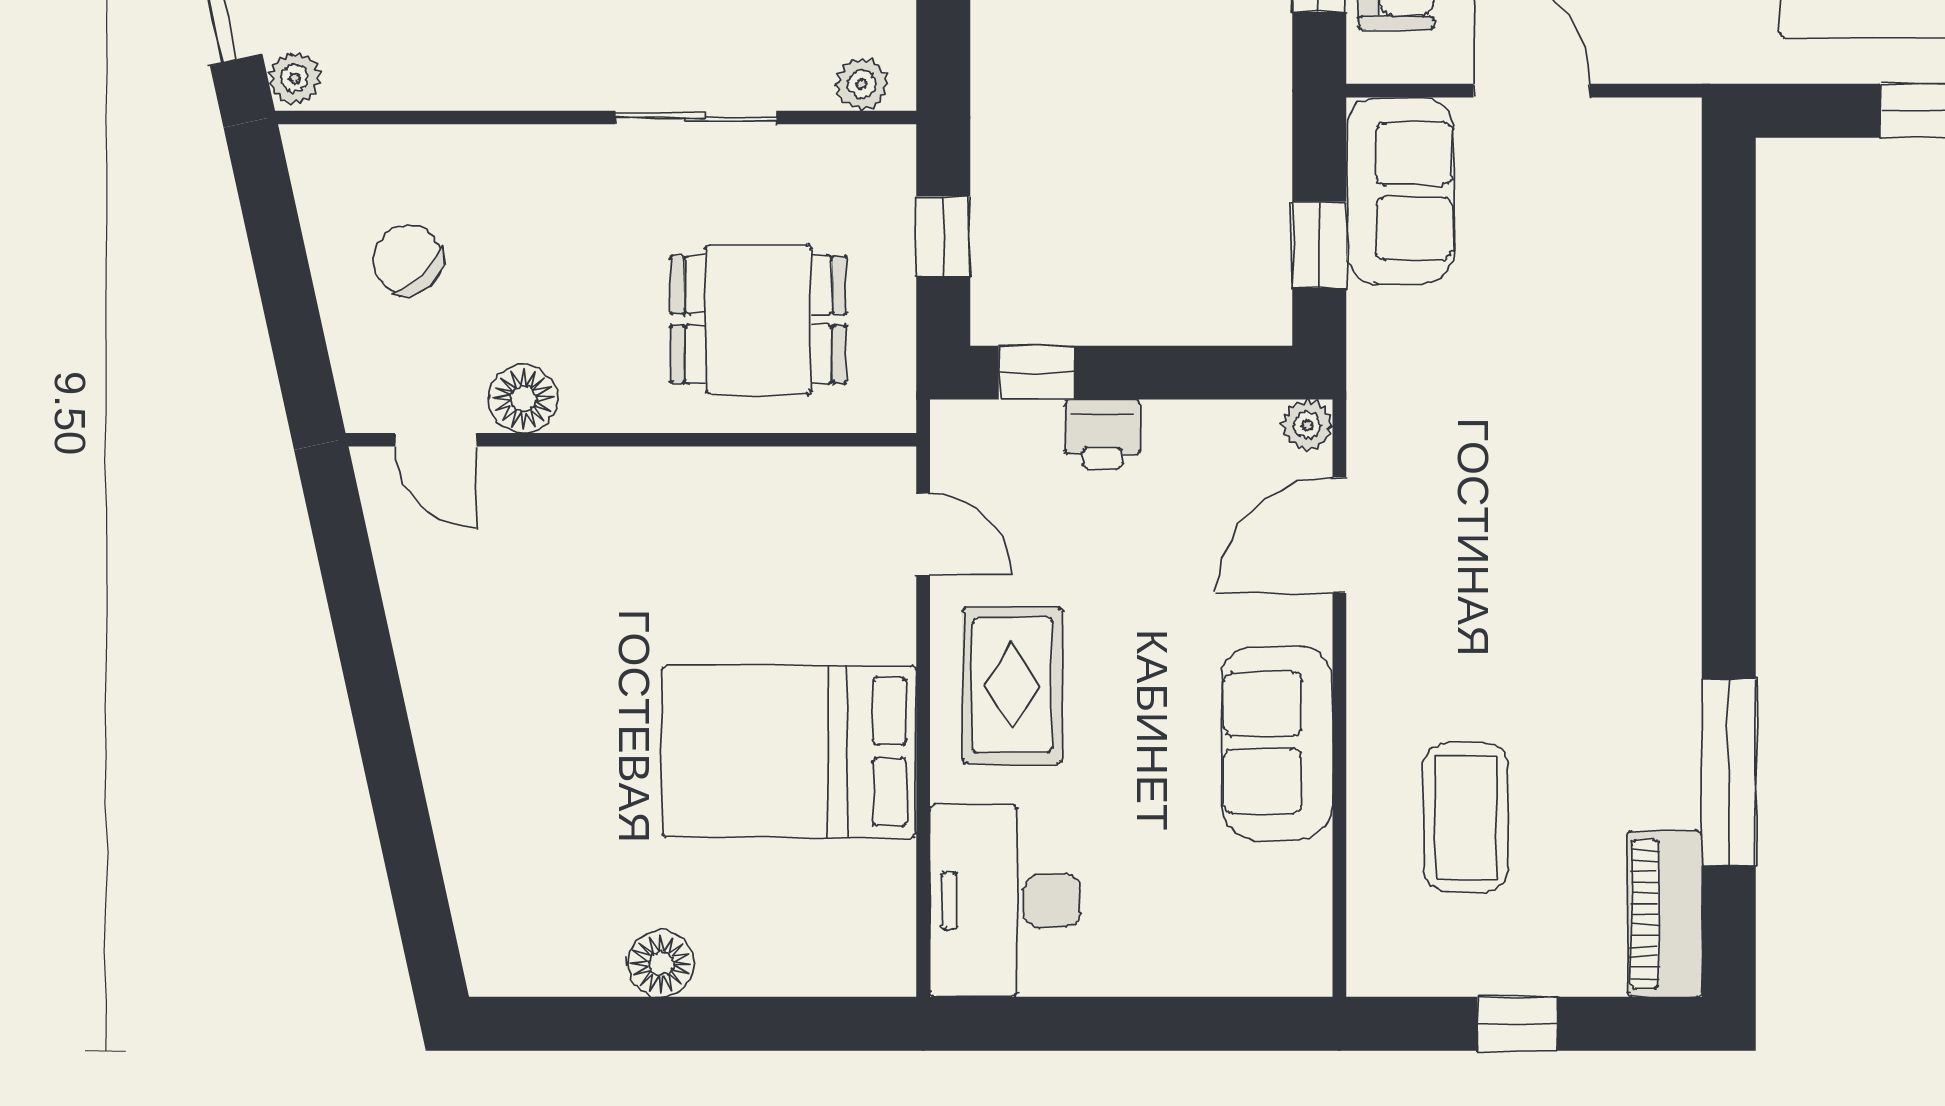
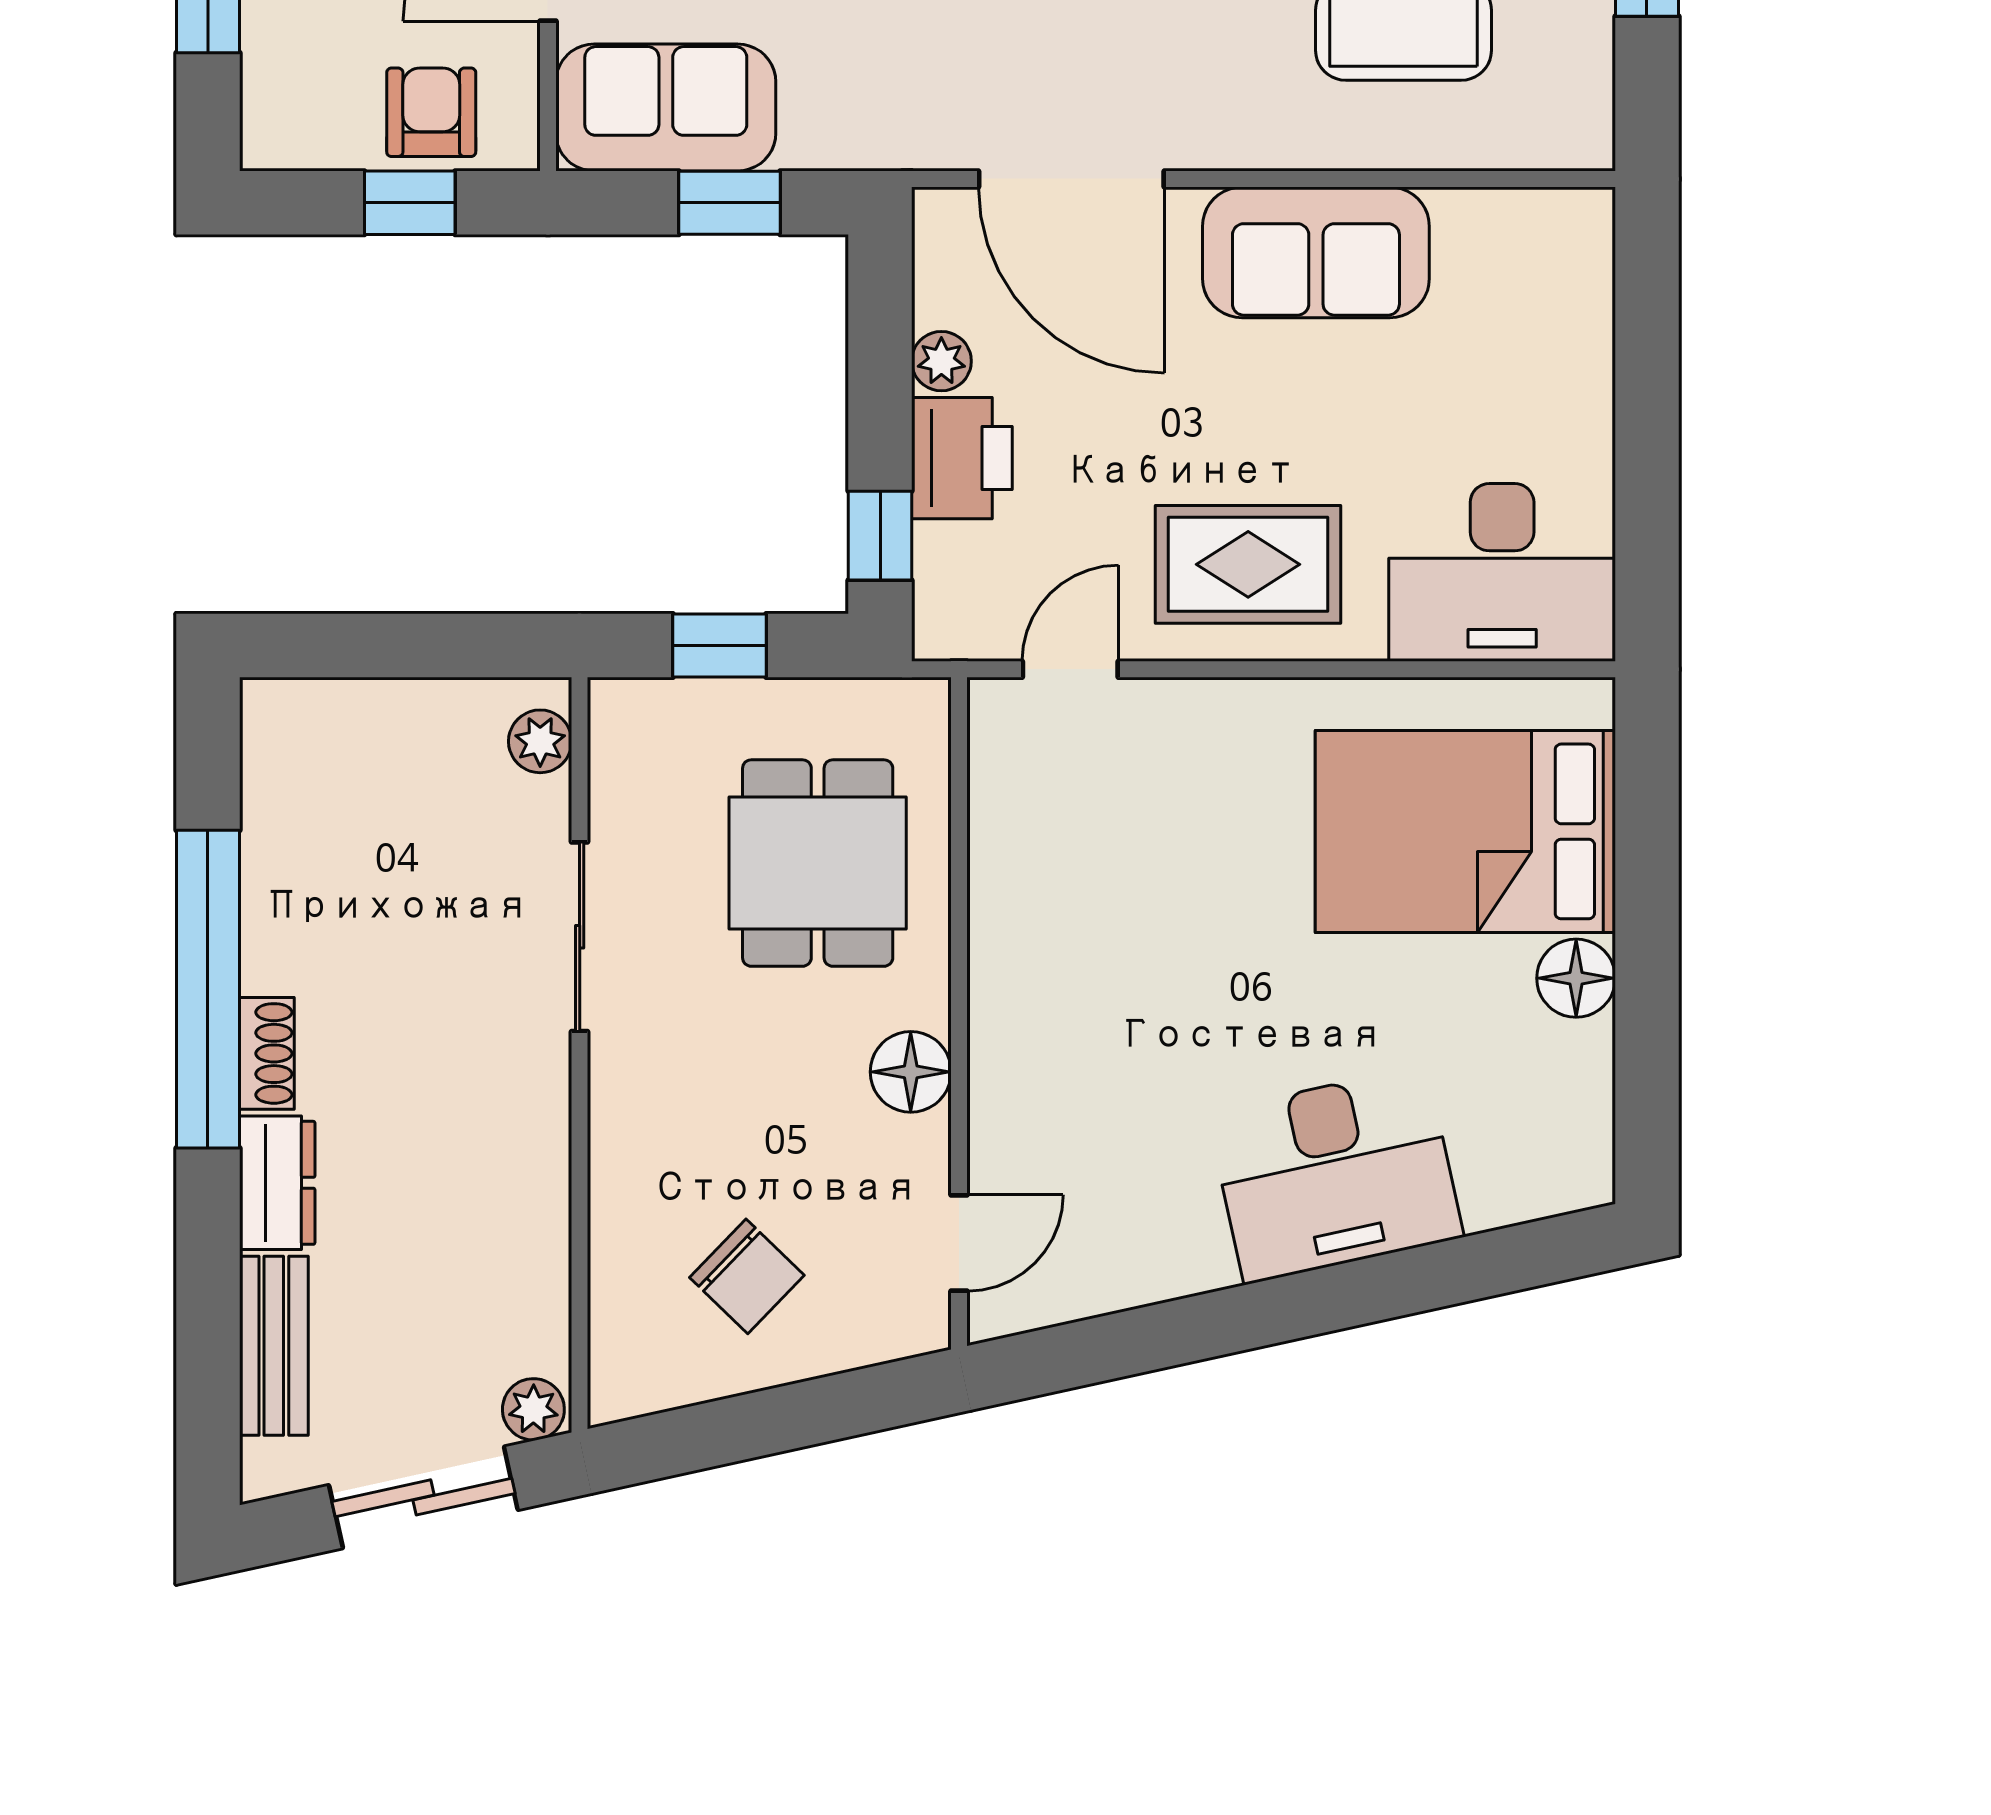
chair: (408, 260) -> (747, 1276), turned -93
floor lamp: (523, 399) -> (911, 1072), moved
plant: (1307, 425) -> (941, 361), moved
printer: (1102, 434) -> (962, 458), width x1.36, depth x1.24
door: (1339, 535) -> (1071, 179), width x1.36
bed: (789, 752) -> (1465, 831), moved, turned 90
desk: (494, 759) -> (1335, 1175), added

